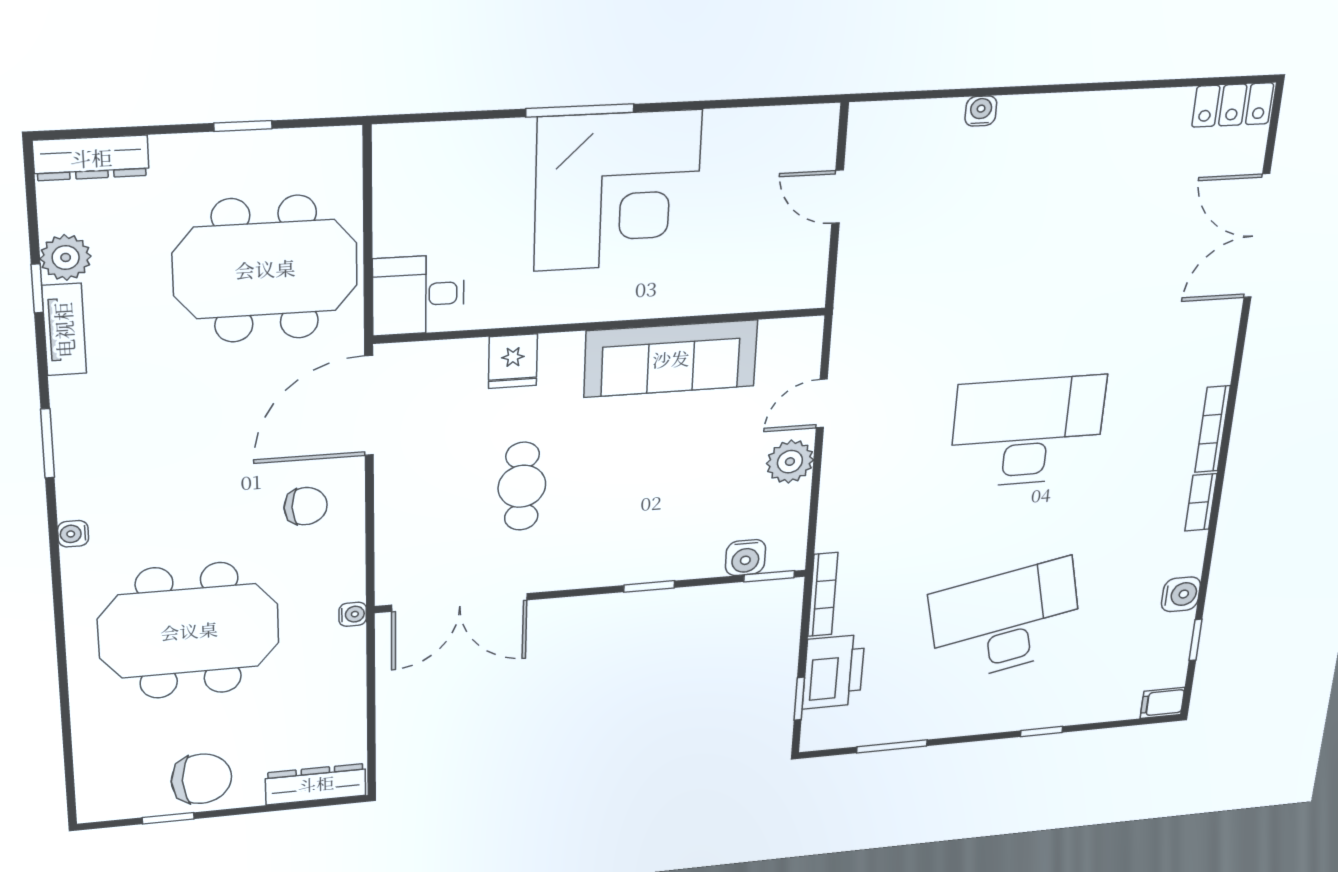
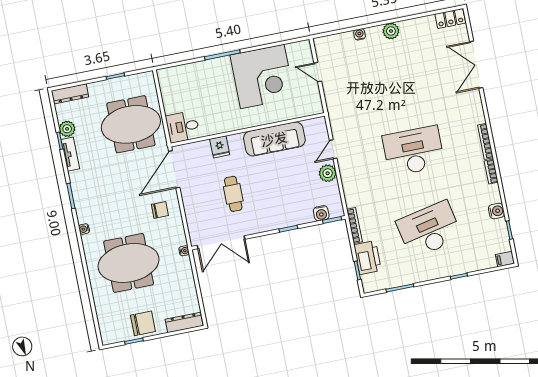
plant: (1068, 115) -> (391, 31), added
corner desk: (618, 191) -> (262, 77), moved

